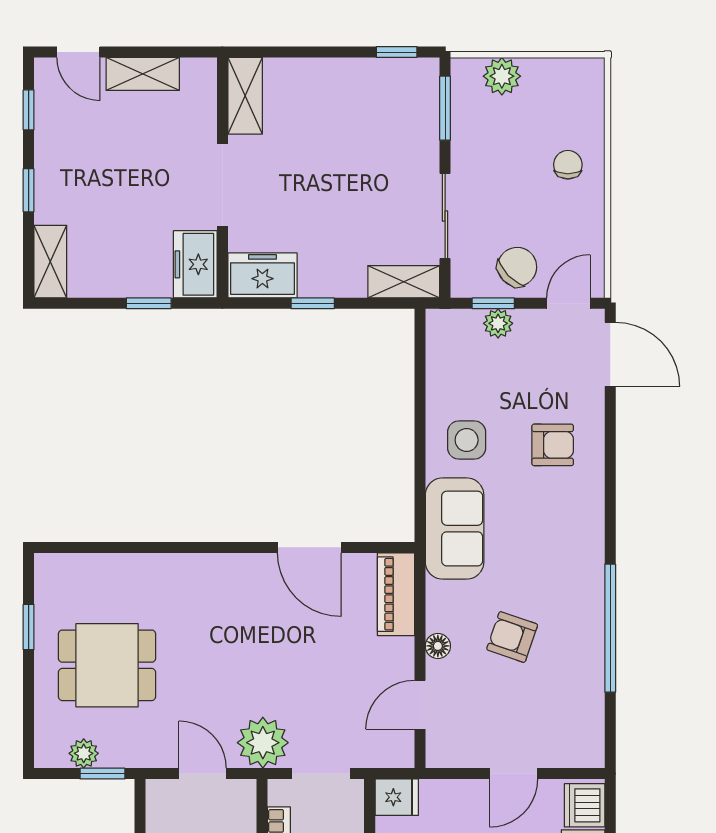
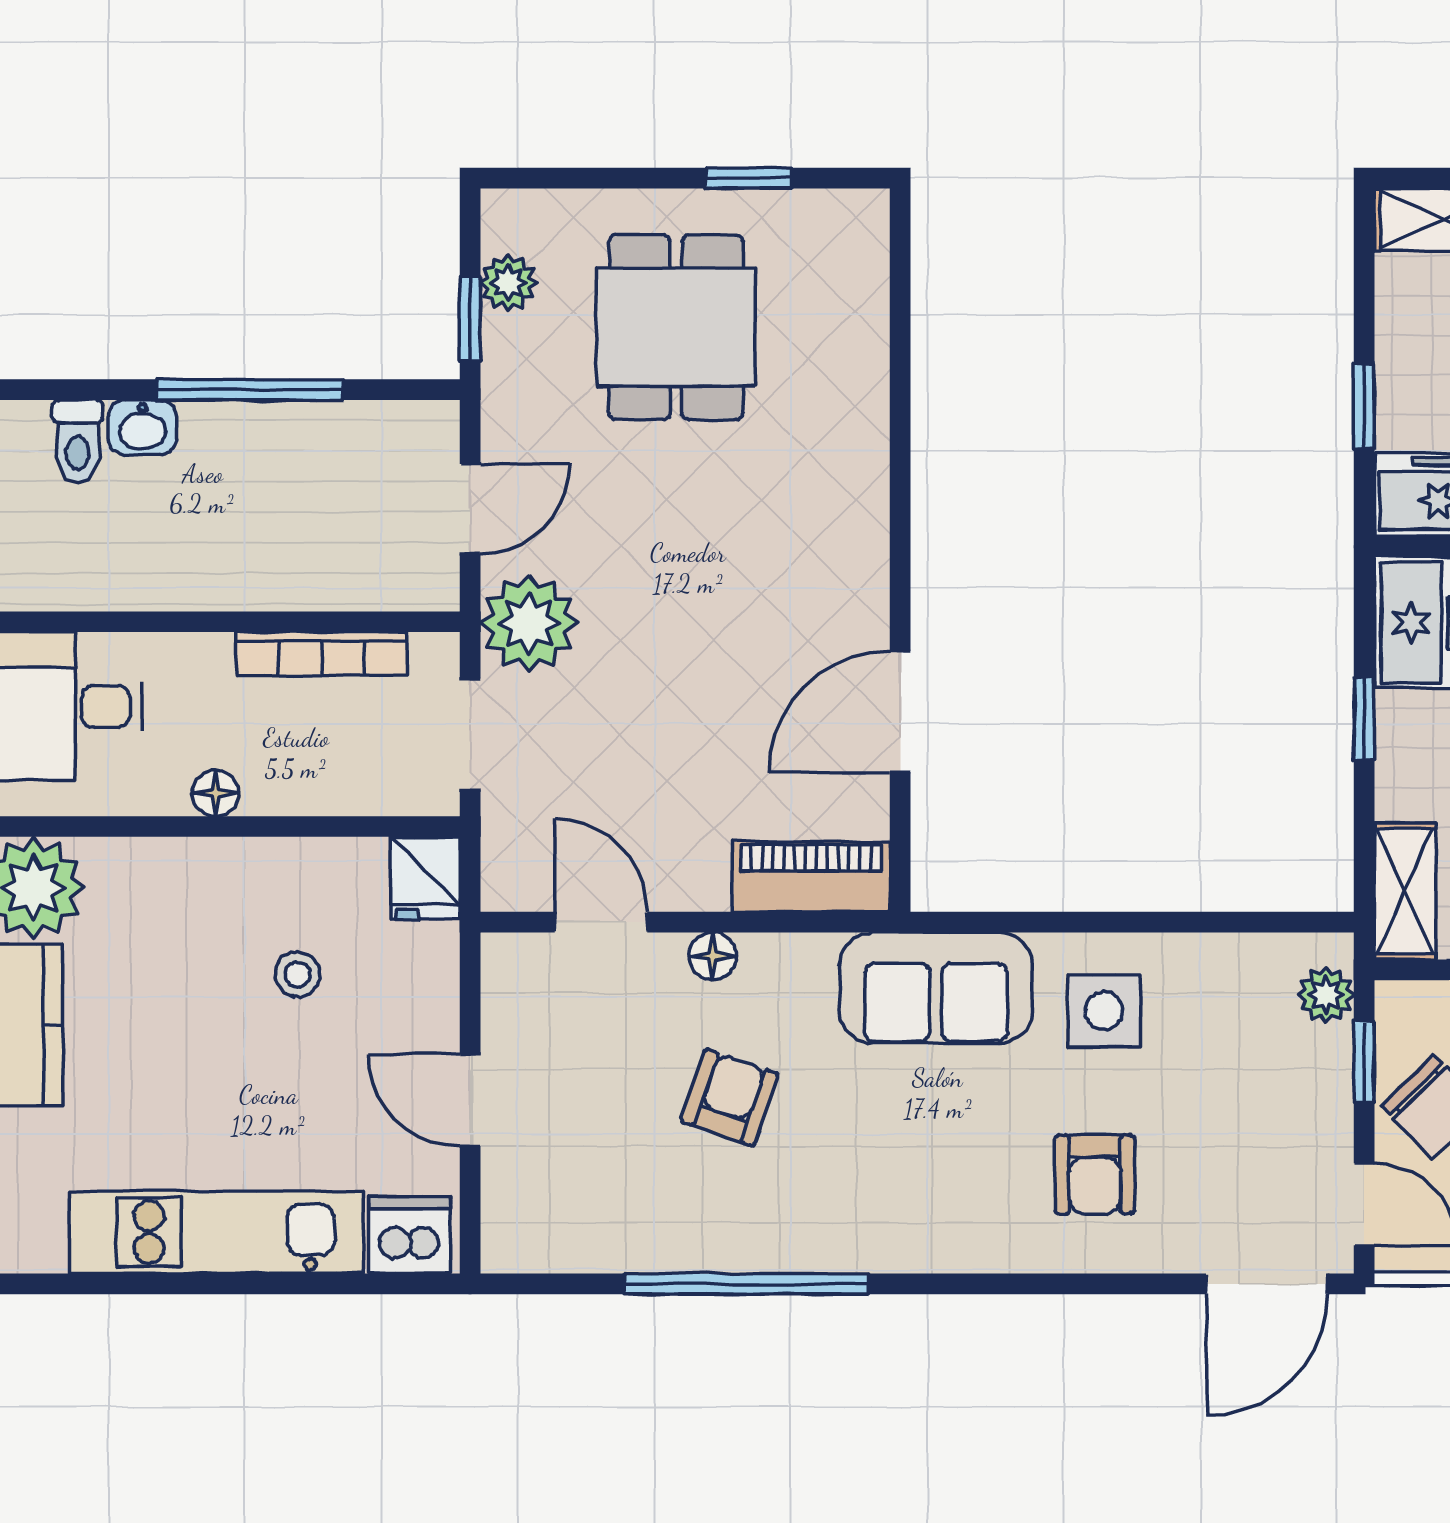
plant: (498, 323) -> (1326, 995), moved

